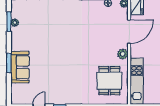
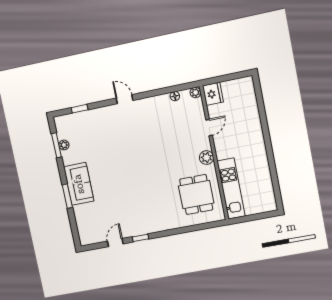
door: (129, 32) -> (209, 128), width x0.53
sofa: (20, 67) -> (79, 184), moved

